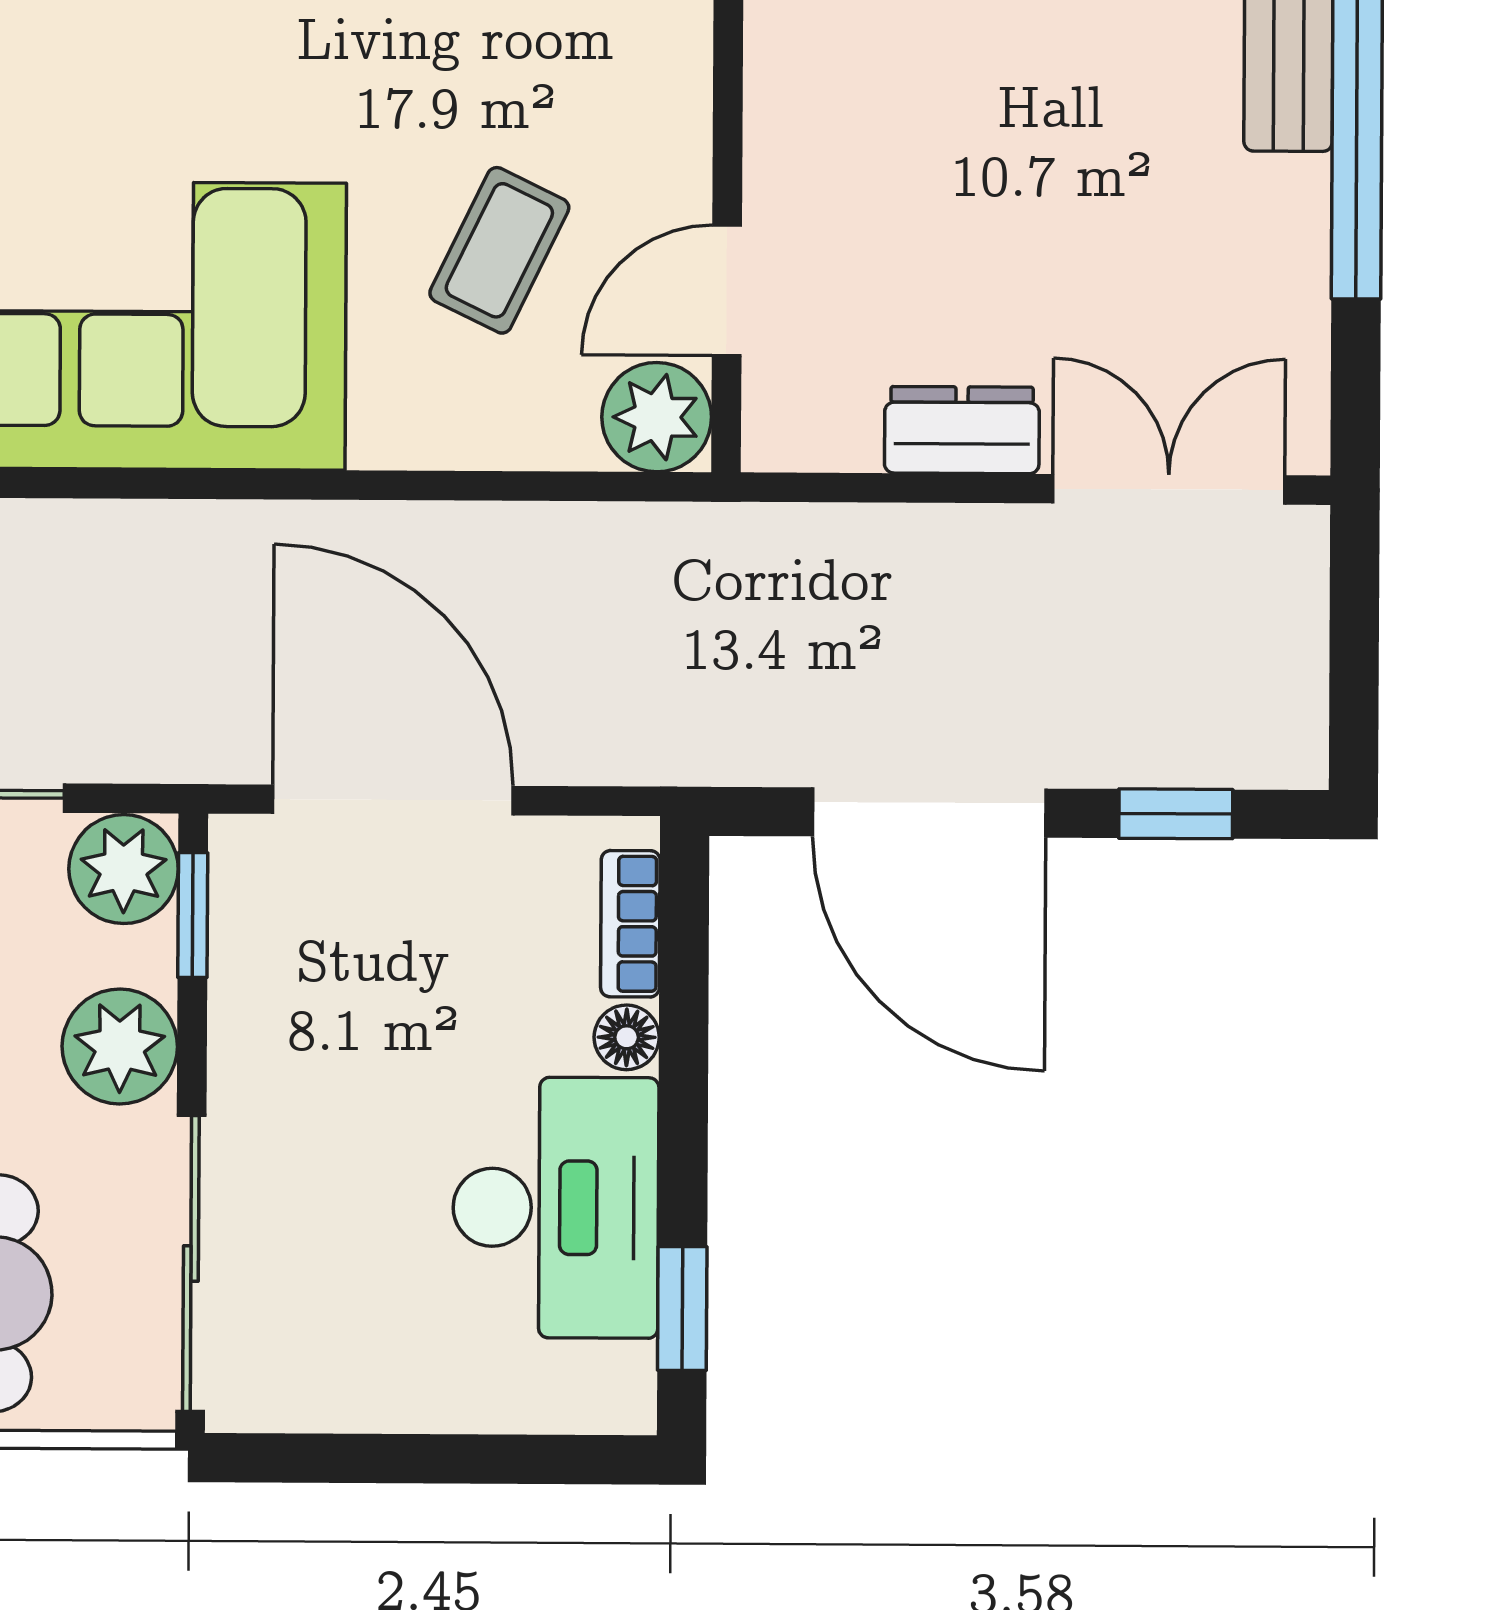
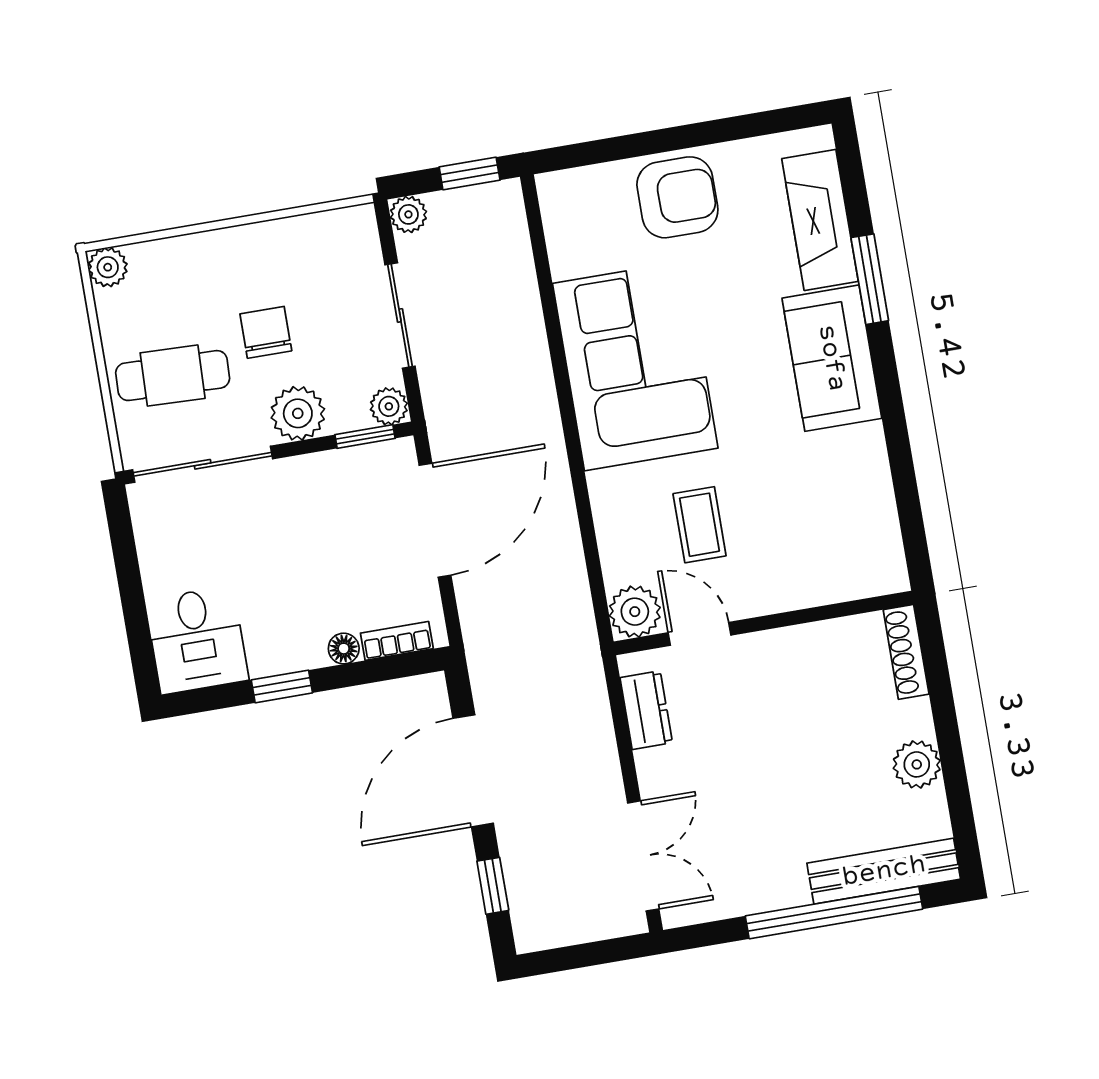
coffee table: (499, 250) -> (700, 525), turned 64
dresser: (962, 430) -> (646, 710), moved
plant: (124, 869) -> (389, 406), width x0.73, depth x0.73
desk: (556, 1208) -> (197, 640), moved, width x0.73
window: (682, 1309) -> (282, 686), moved

